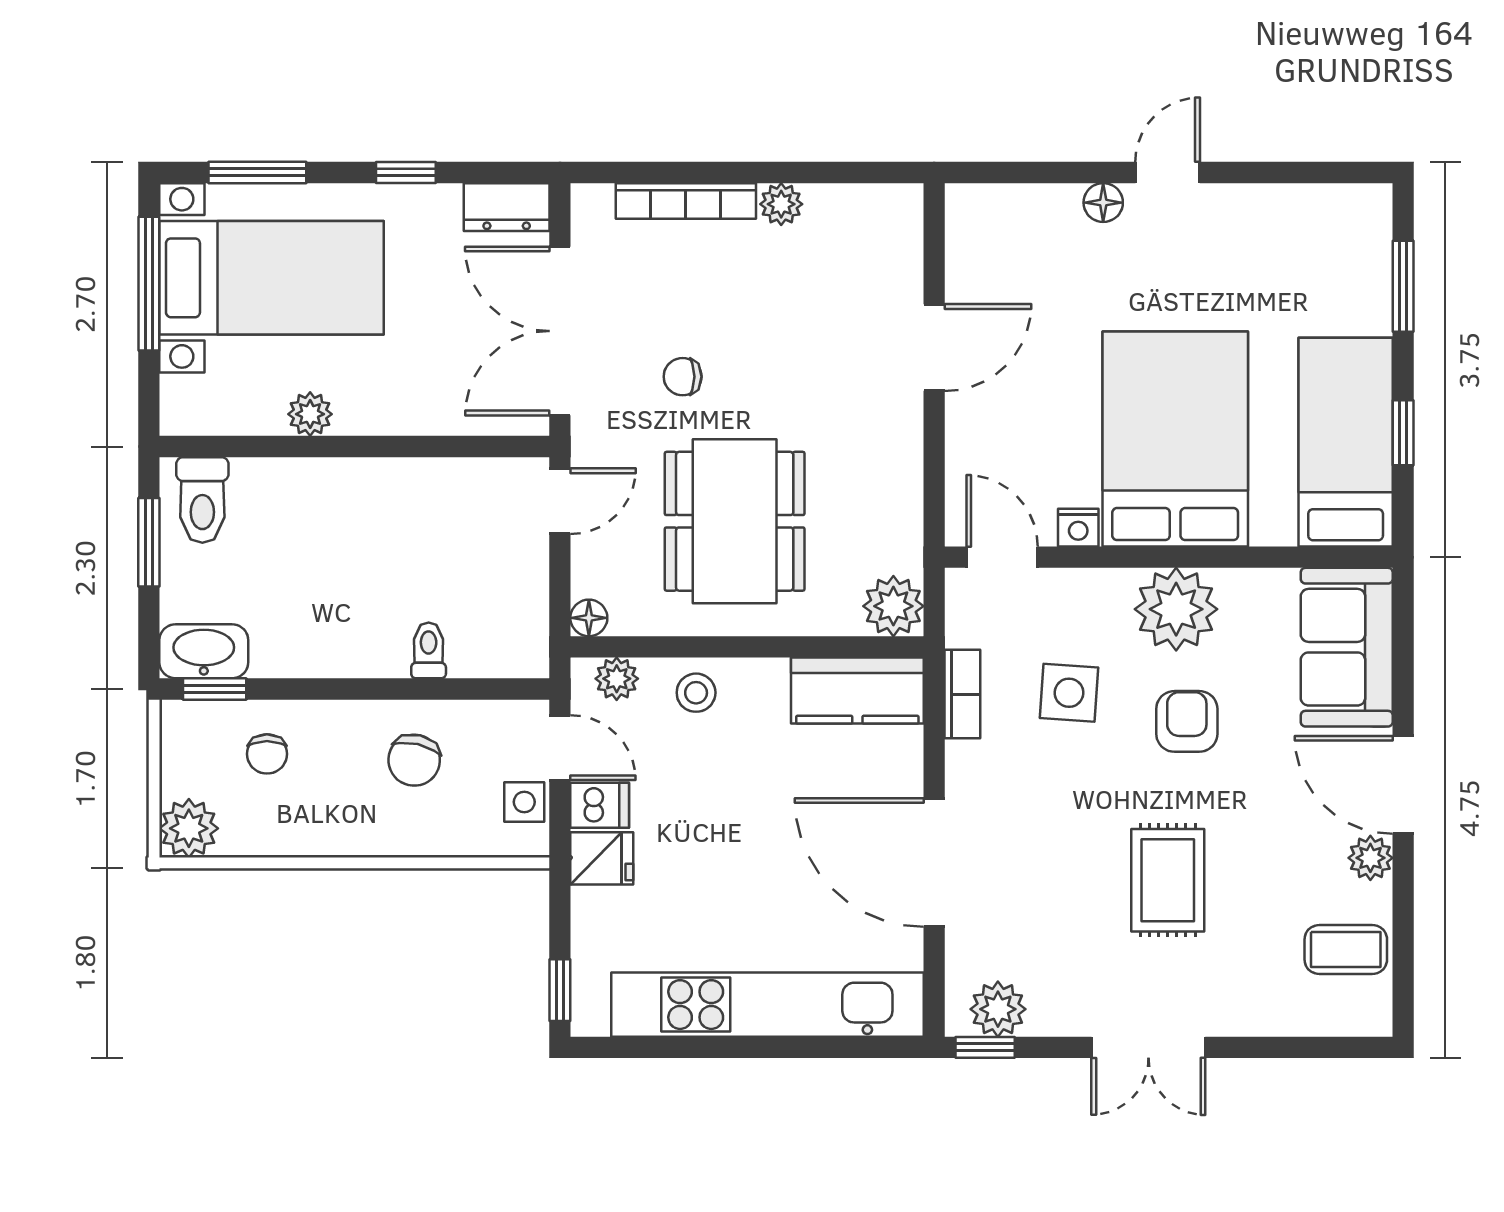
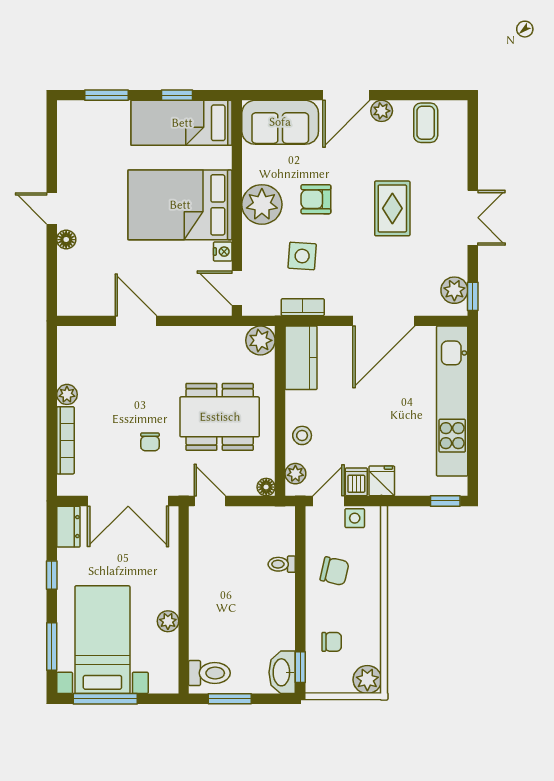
door: (1002, 557) -> (237, 288), hinge flipped
rug: (1168, 880) -> (392, 208), turned 90

